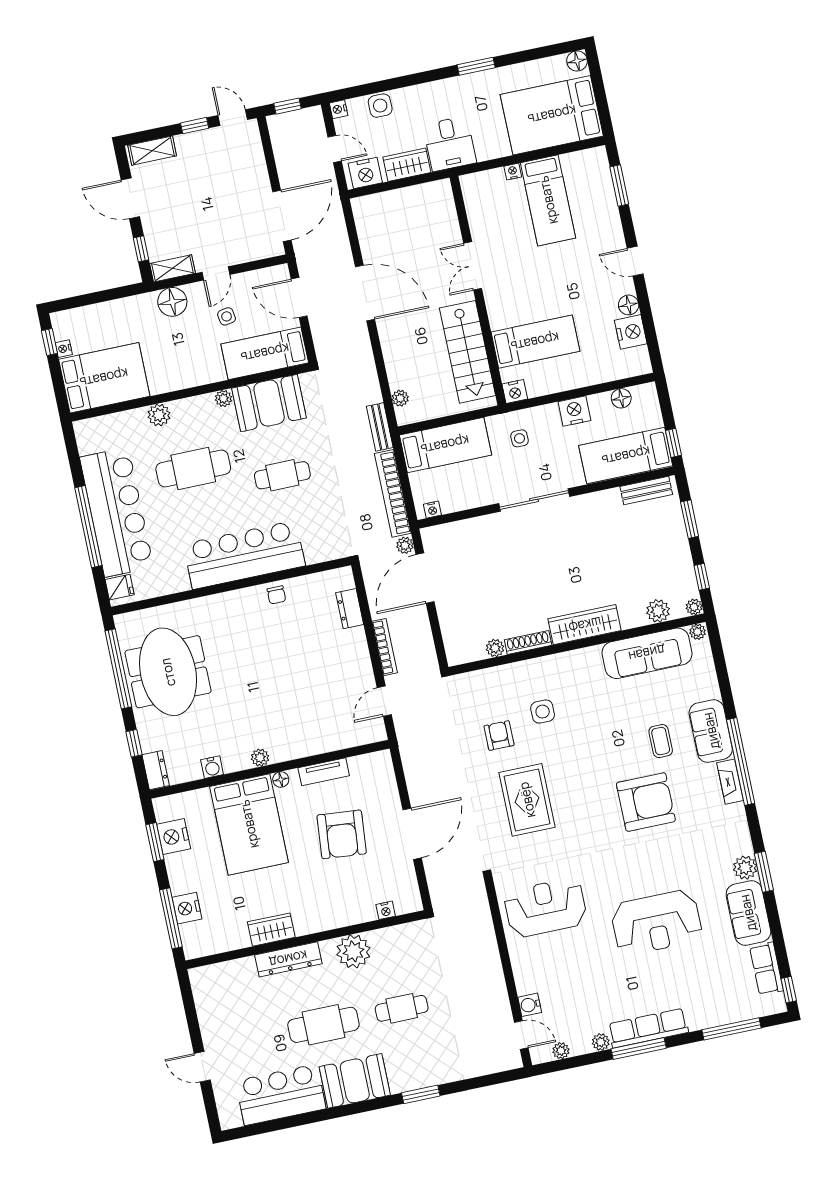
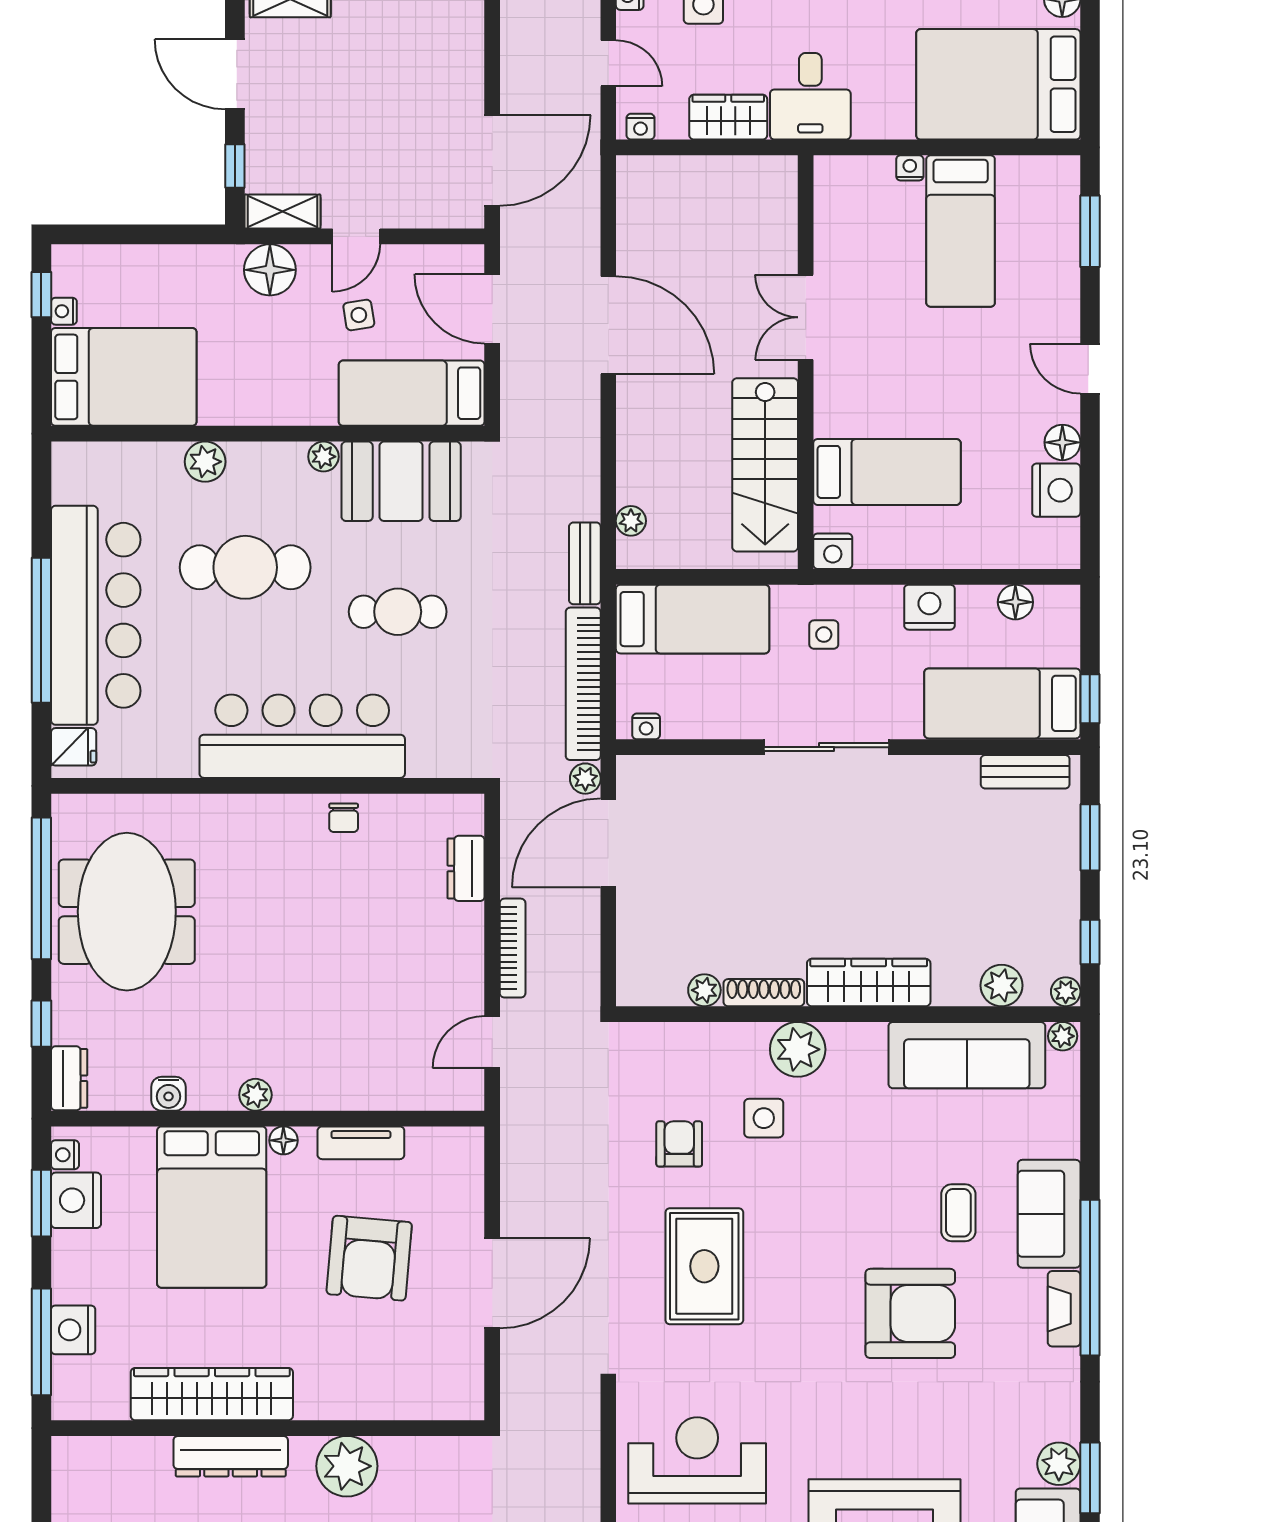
nightstand: (365, 173) -> (641, 127), width x0.53, depth x0.56
plant: (553, 670) -> (798, 1049), added
nightstand: (386, 910) -> (65, 1155), moved, turned 90
wardrobe: (271, 930) -> (212, 1394), width x2.10, depth x1.17

